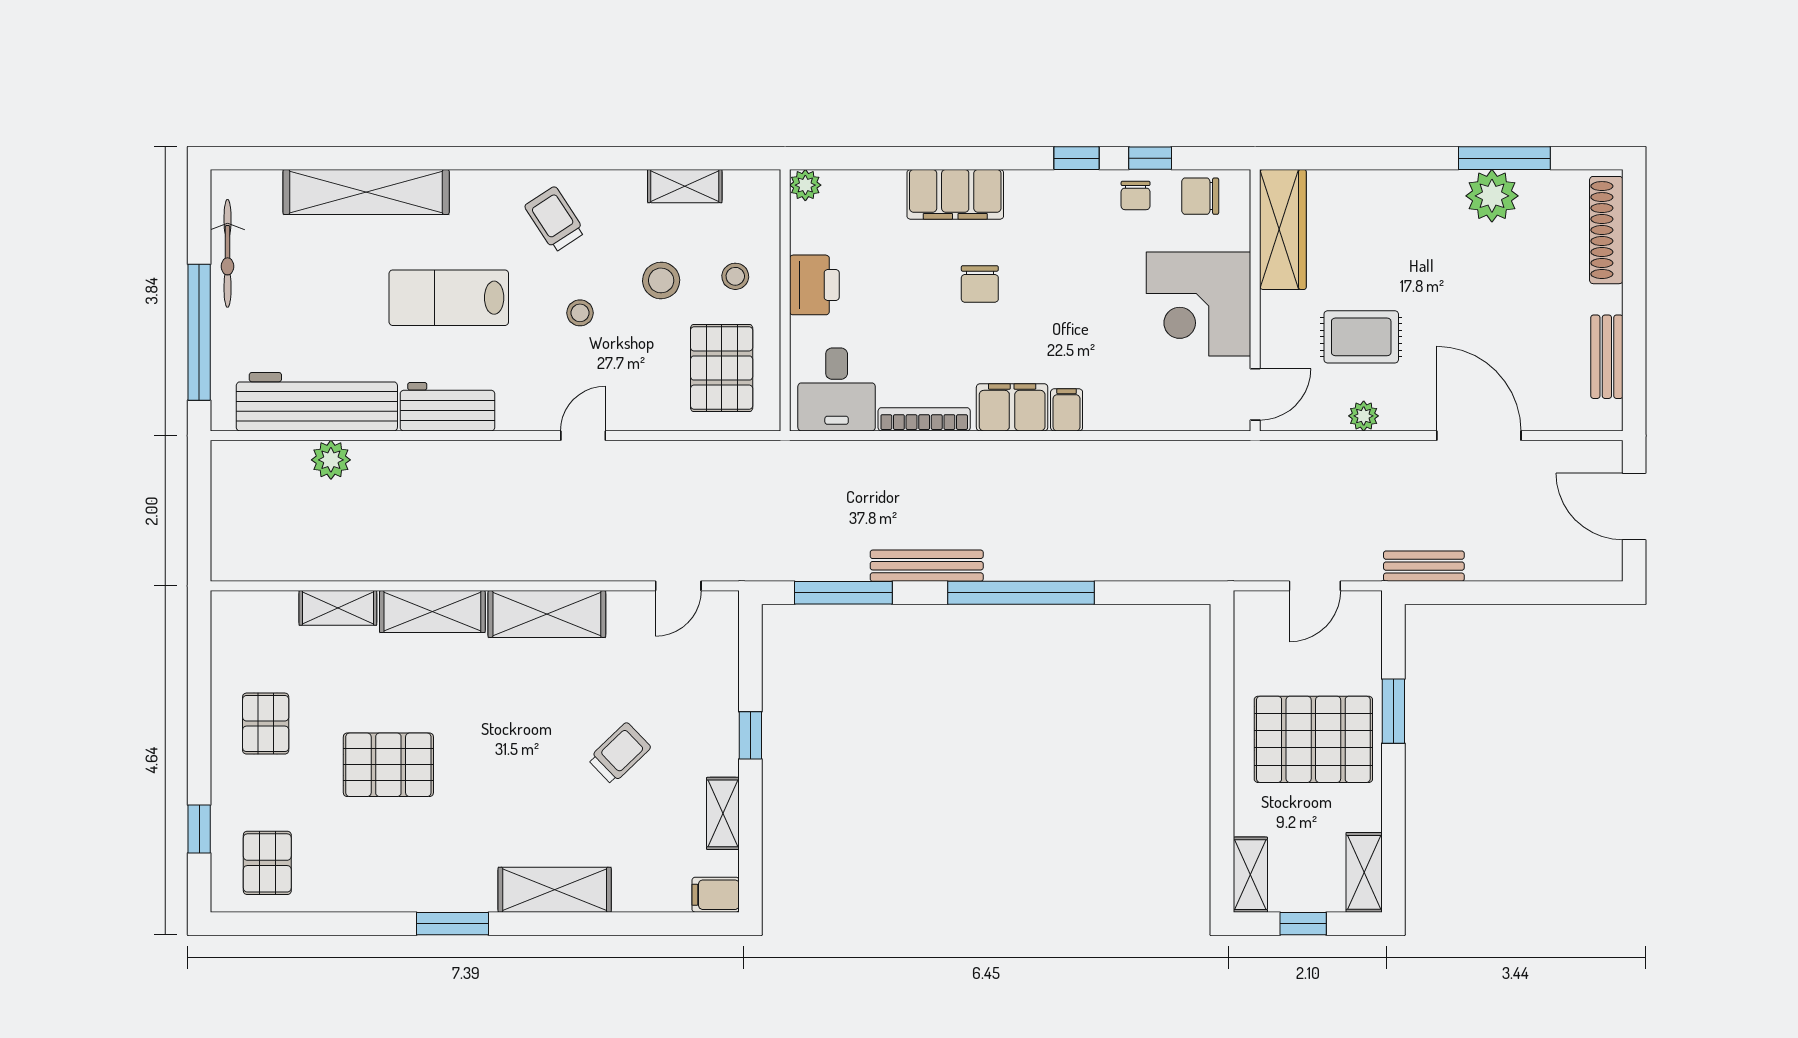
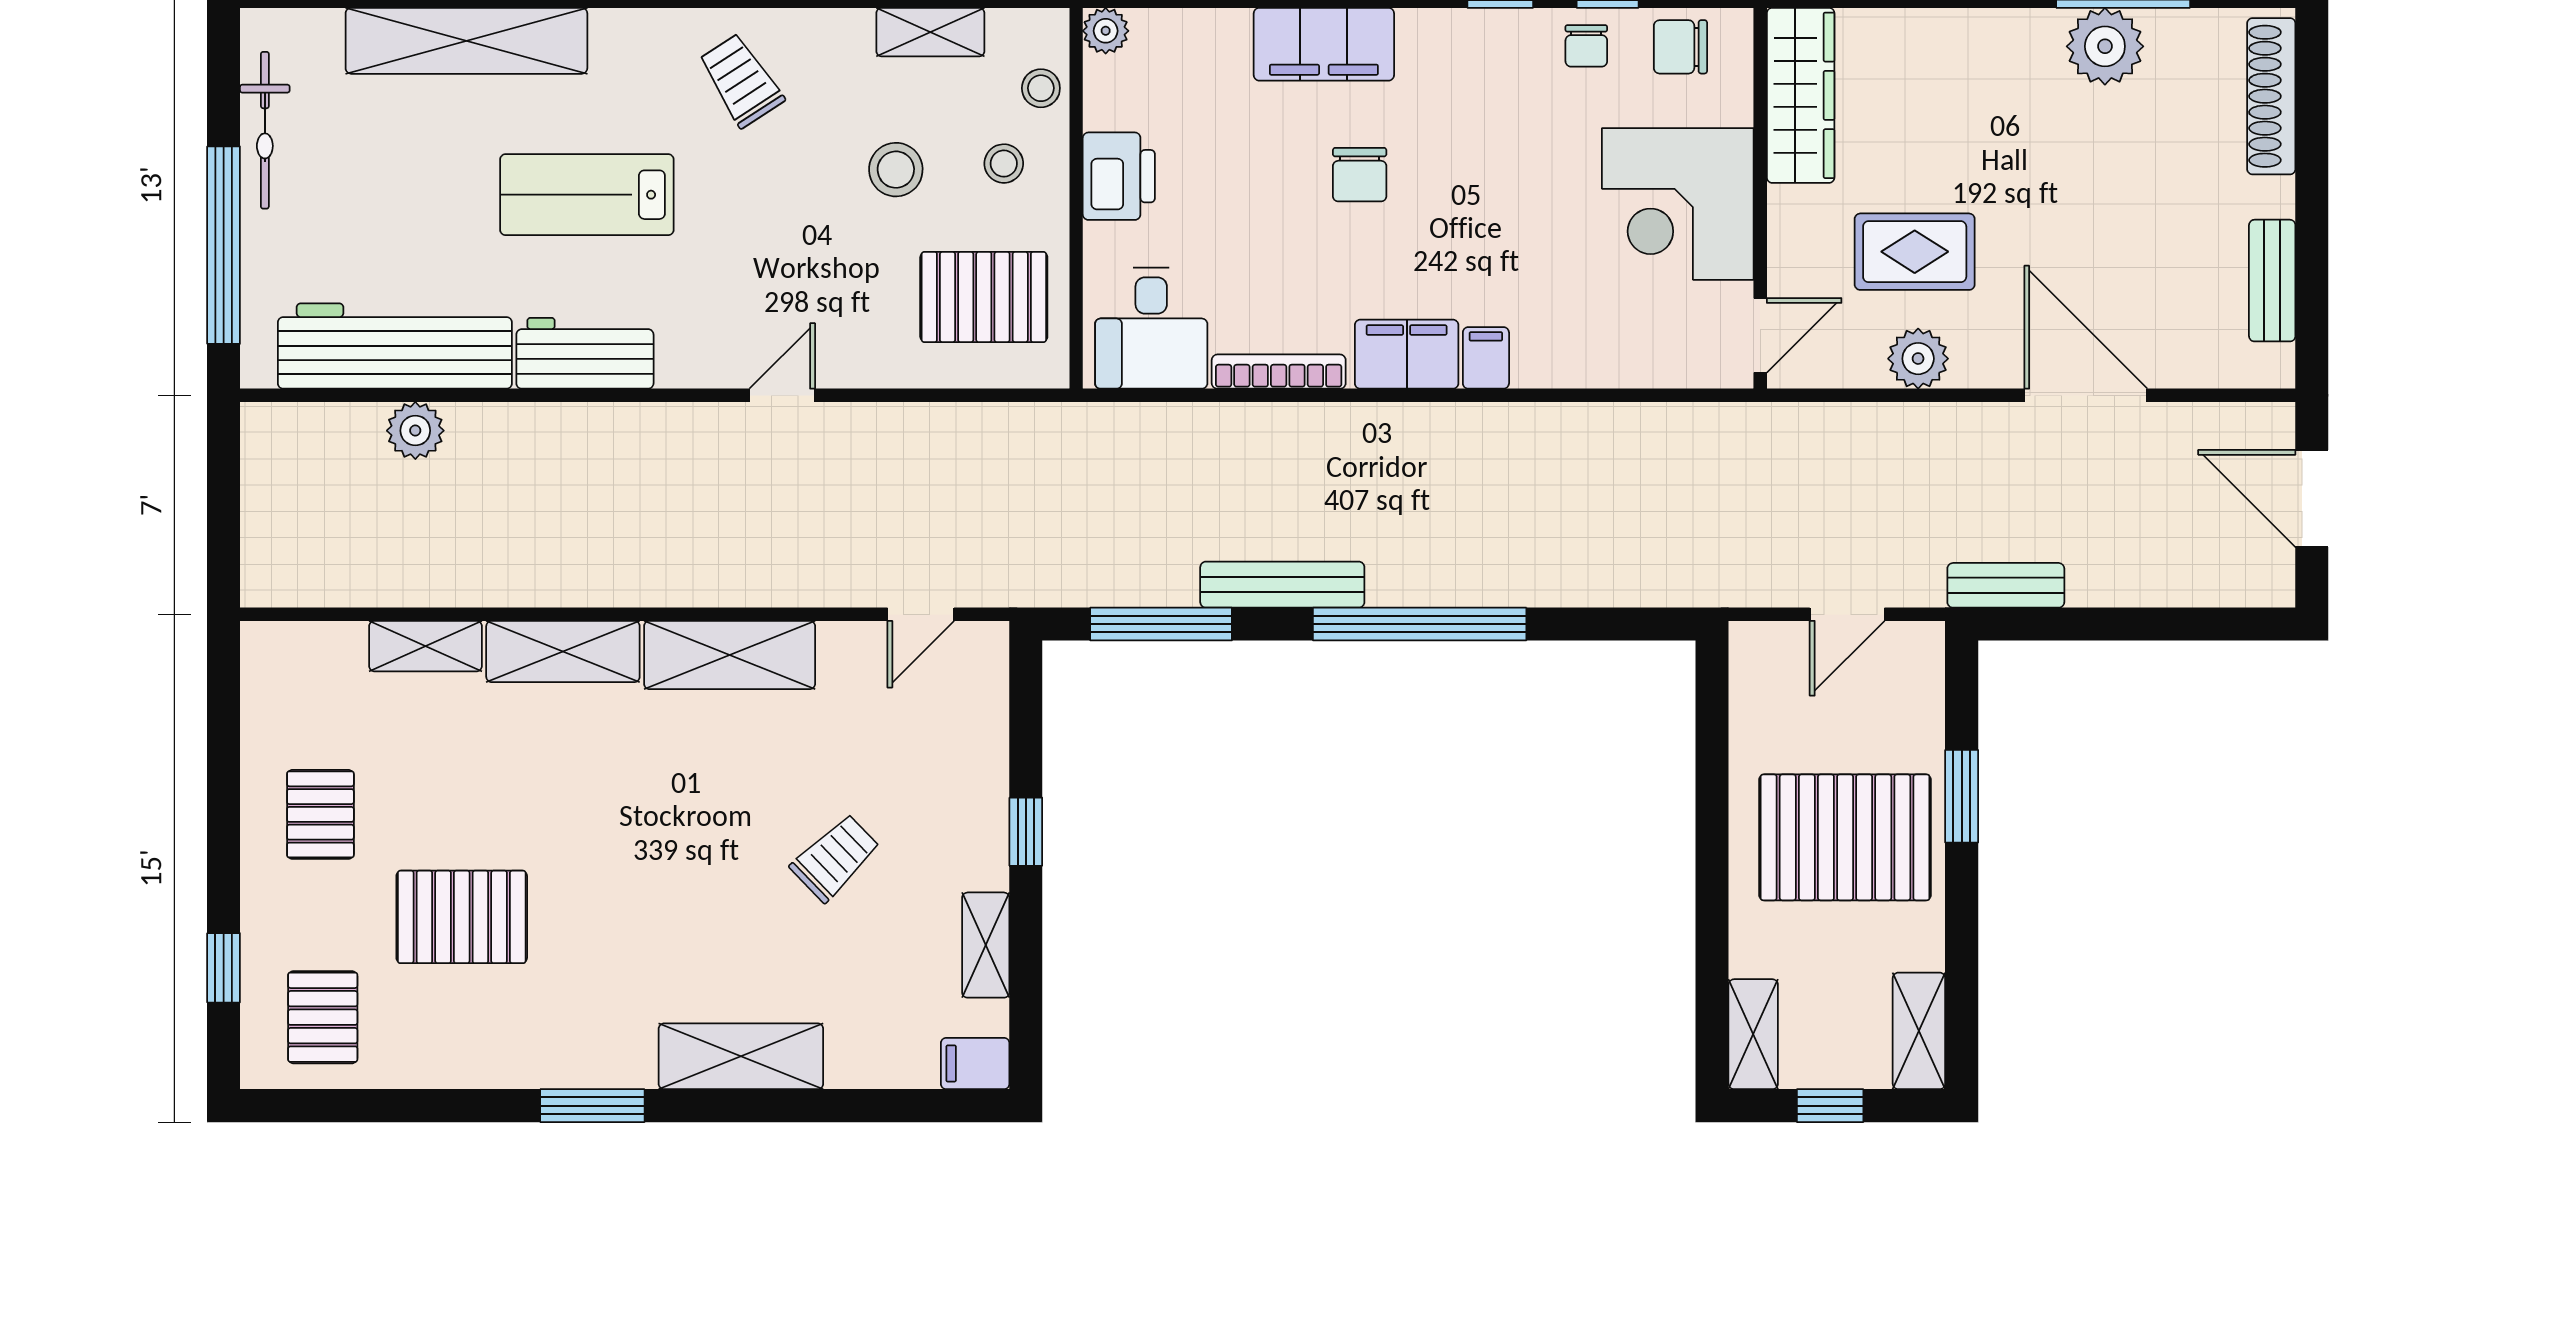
stool: (580, 313) -> (1041, 88), moved
pallet: (722, 368) -> (984, 297), turned 90
plant: (1364, 416) -> (1918, 359), width x1.38, depth x1.38
pallet: (388, 765) -> (462, 917), moved

